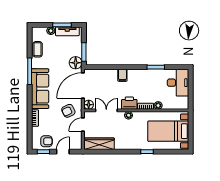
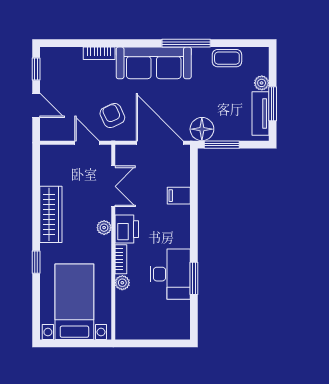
filing cabinet: (122, 75) -> (179, 196), moved
desk: (178, 83) -> (170, 274), moved, turned -90
floor lamp: (89, 105) -> (124, 153), removed
armchair: (46, 141) -> (56, 75), removed
wardrobe: (99, 144) -> (51, 214), moved

